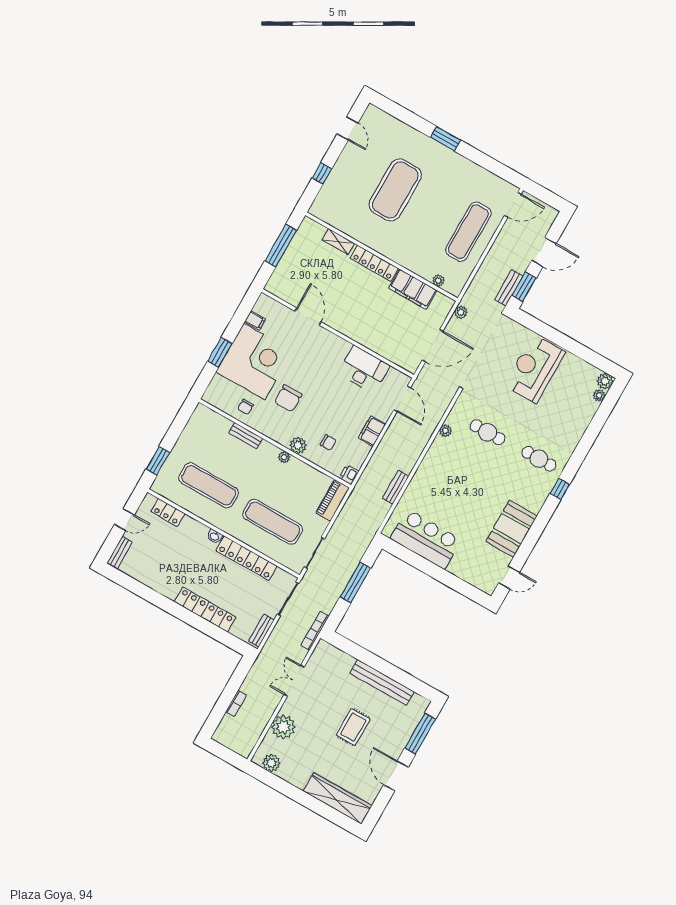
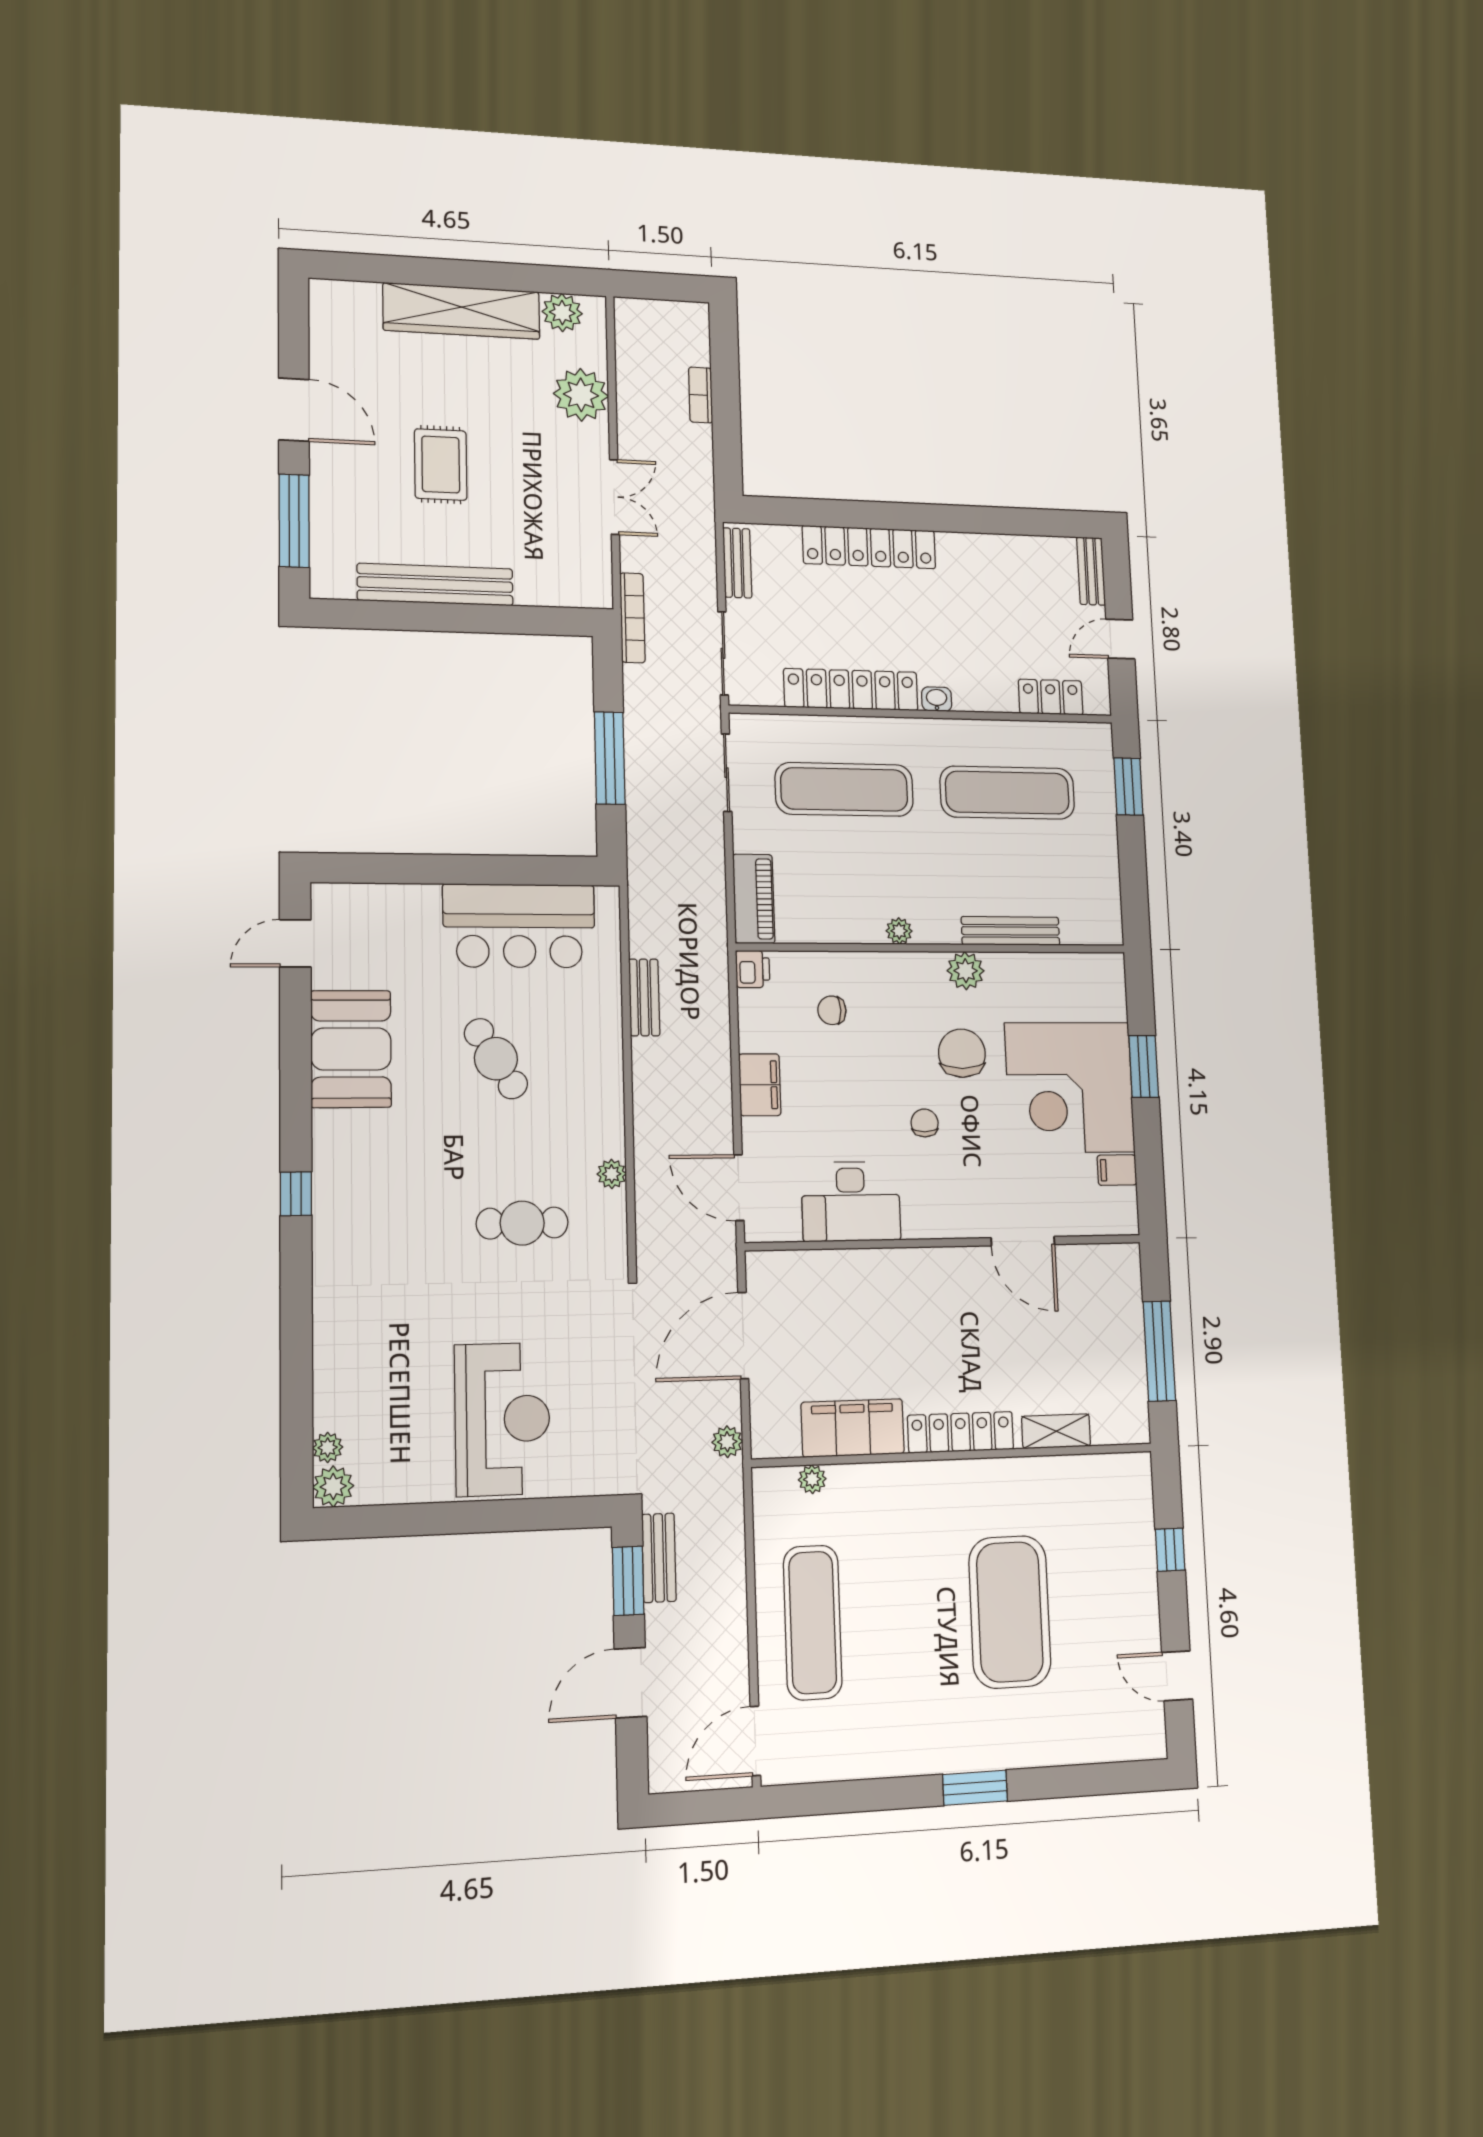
chair: (246, 407) -> (925, 1123), moved
bench: (246, 436) -> (1010, 931), width x1.36
plant: (298, 445) -> (966, 971), moved
cafe table: (539, 459) -> (496, 1059), moved, turned 58
wardrobe: (338, 798) -> (462, 311), moved

